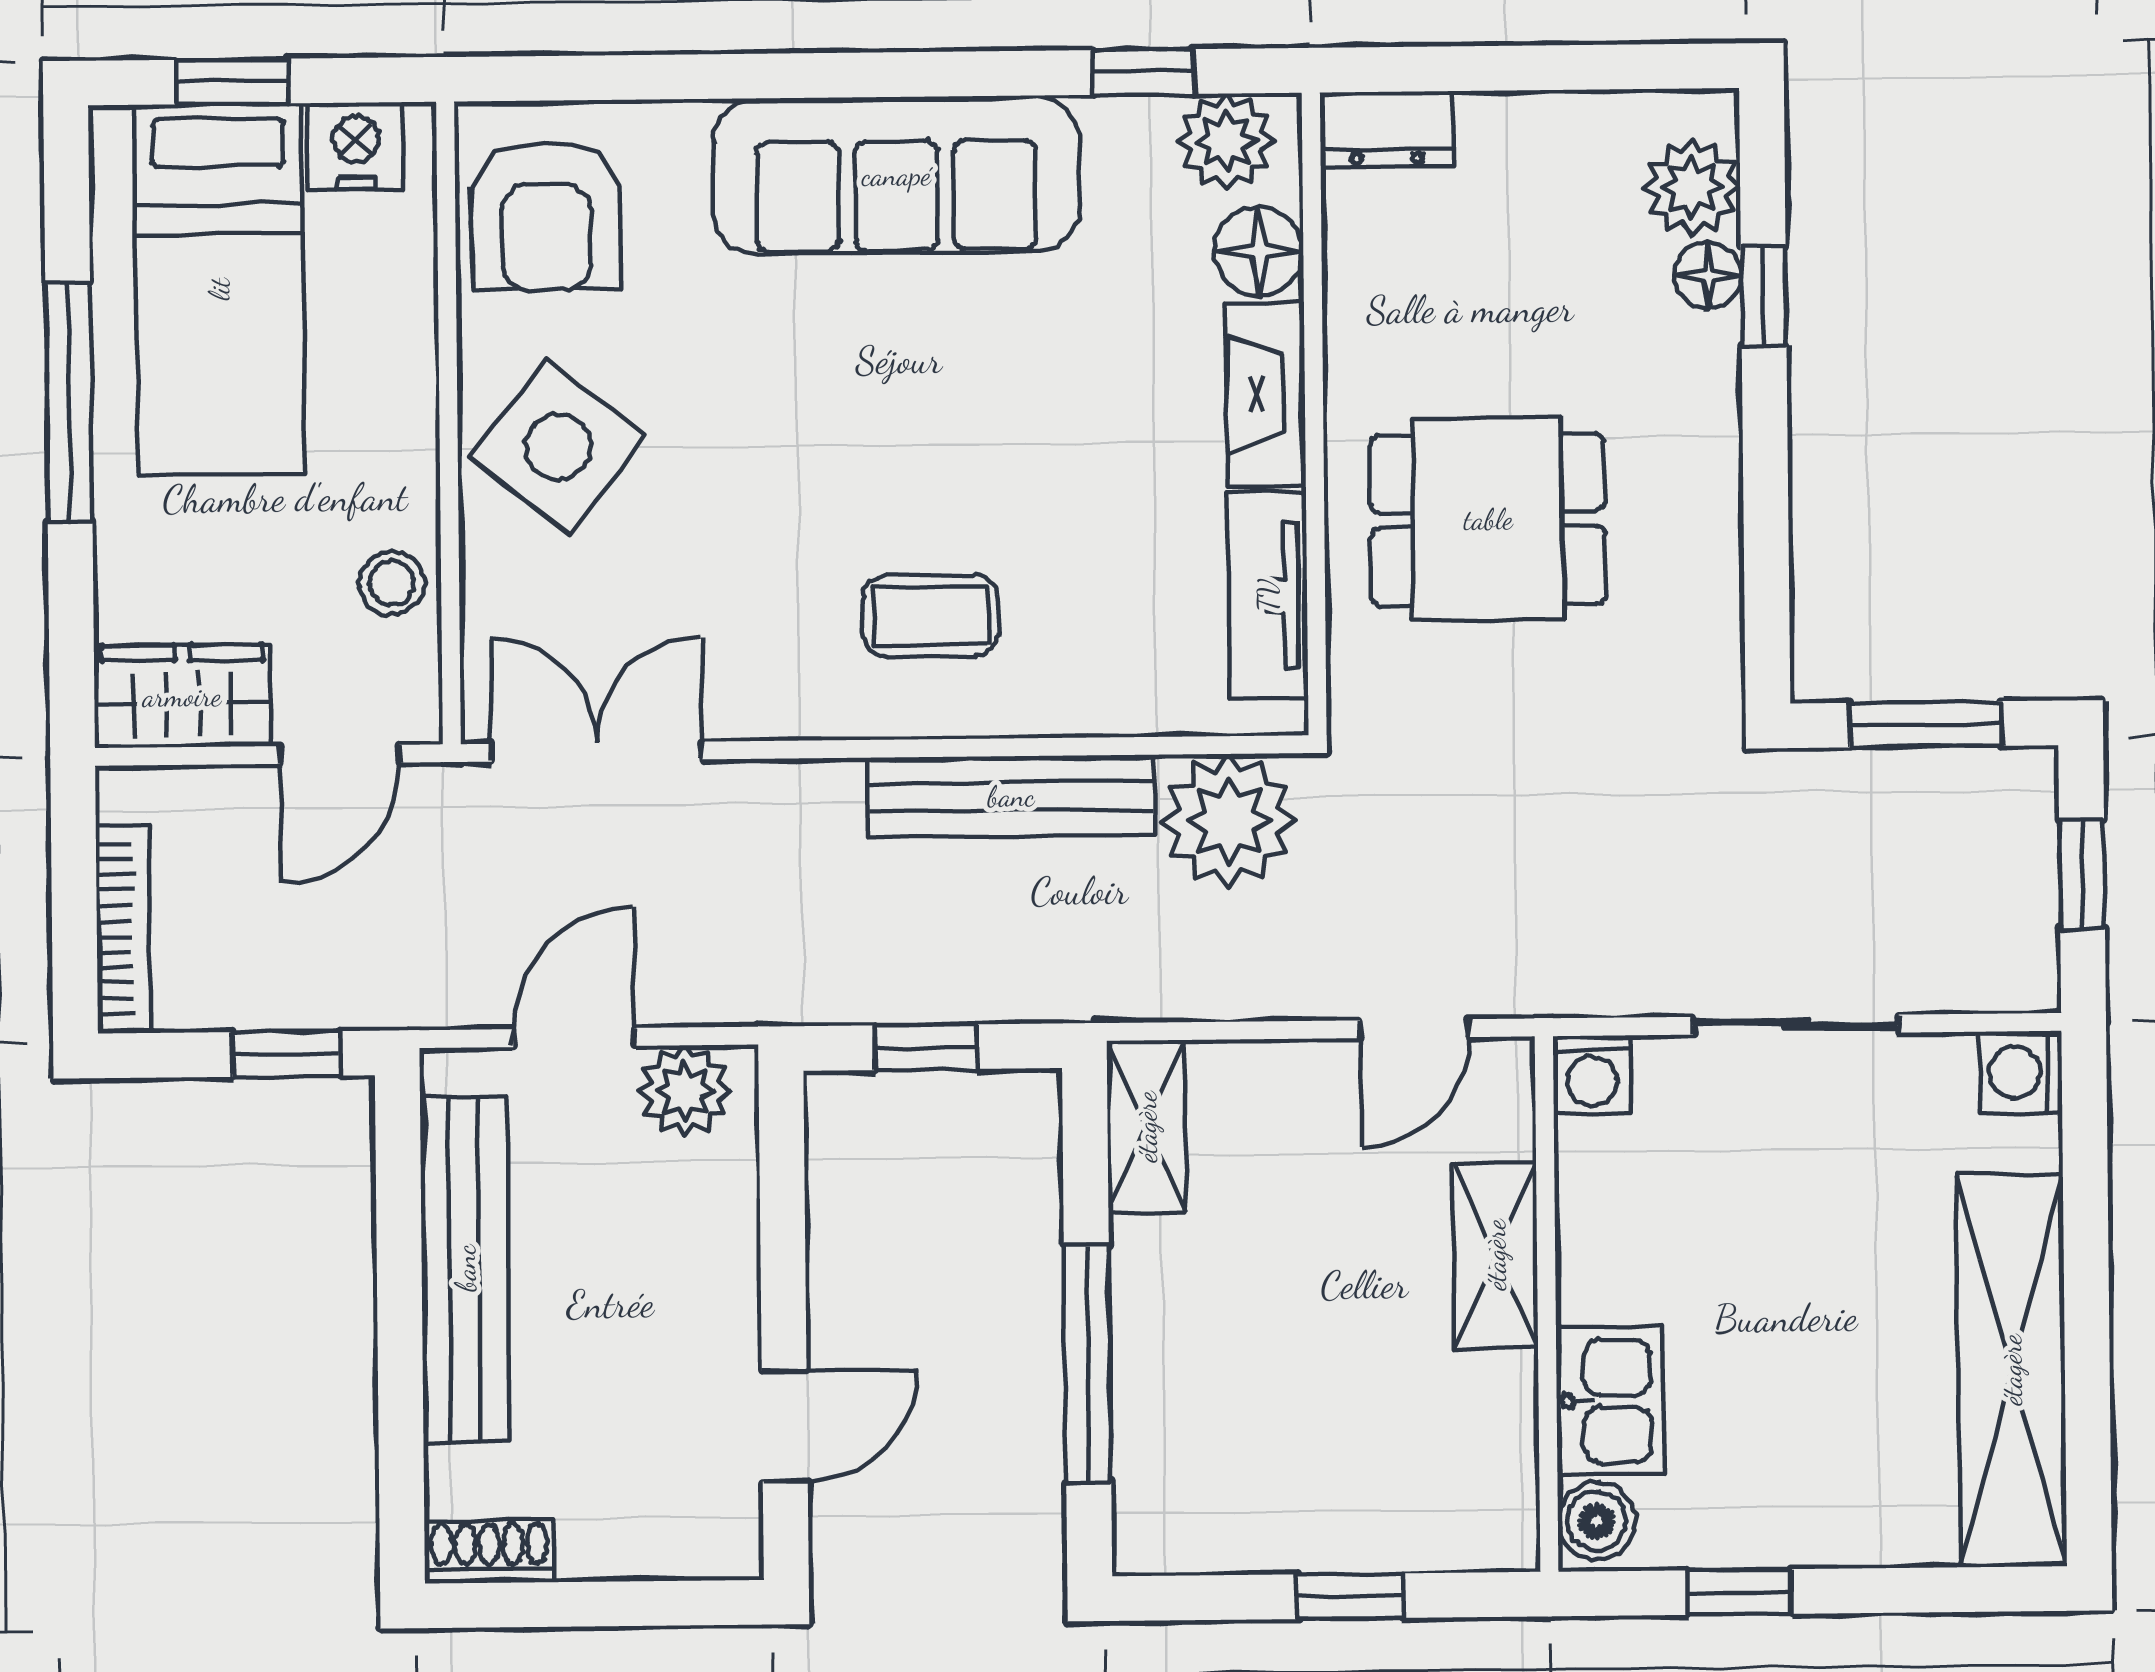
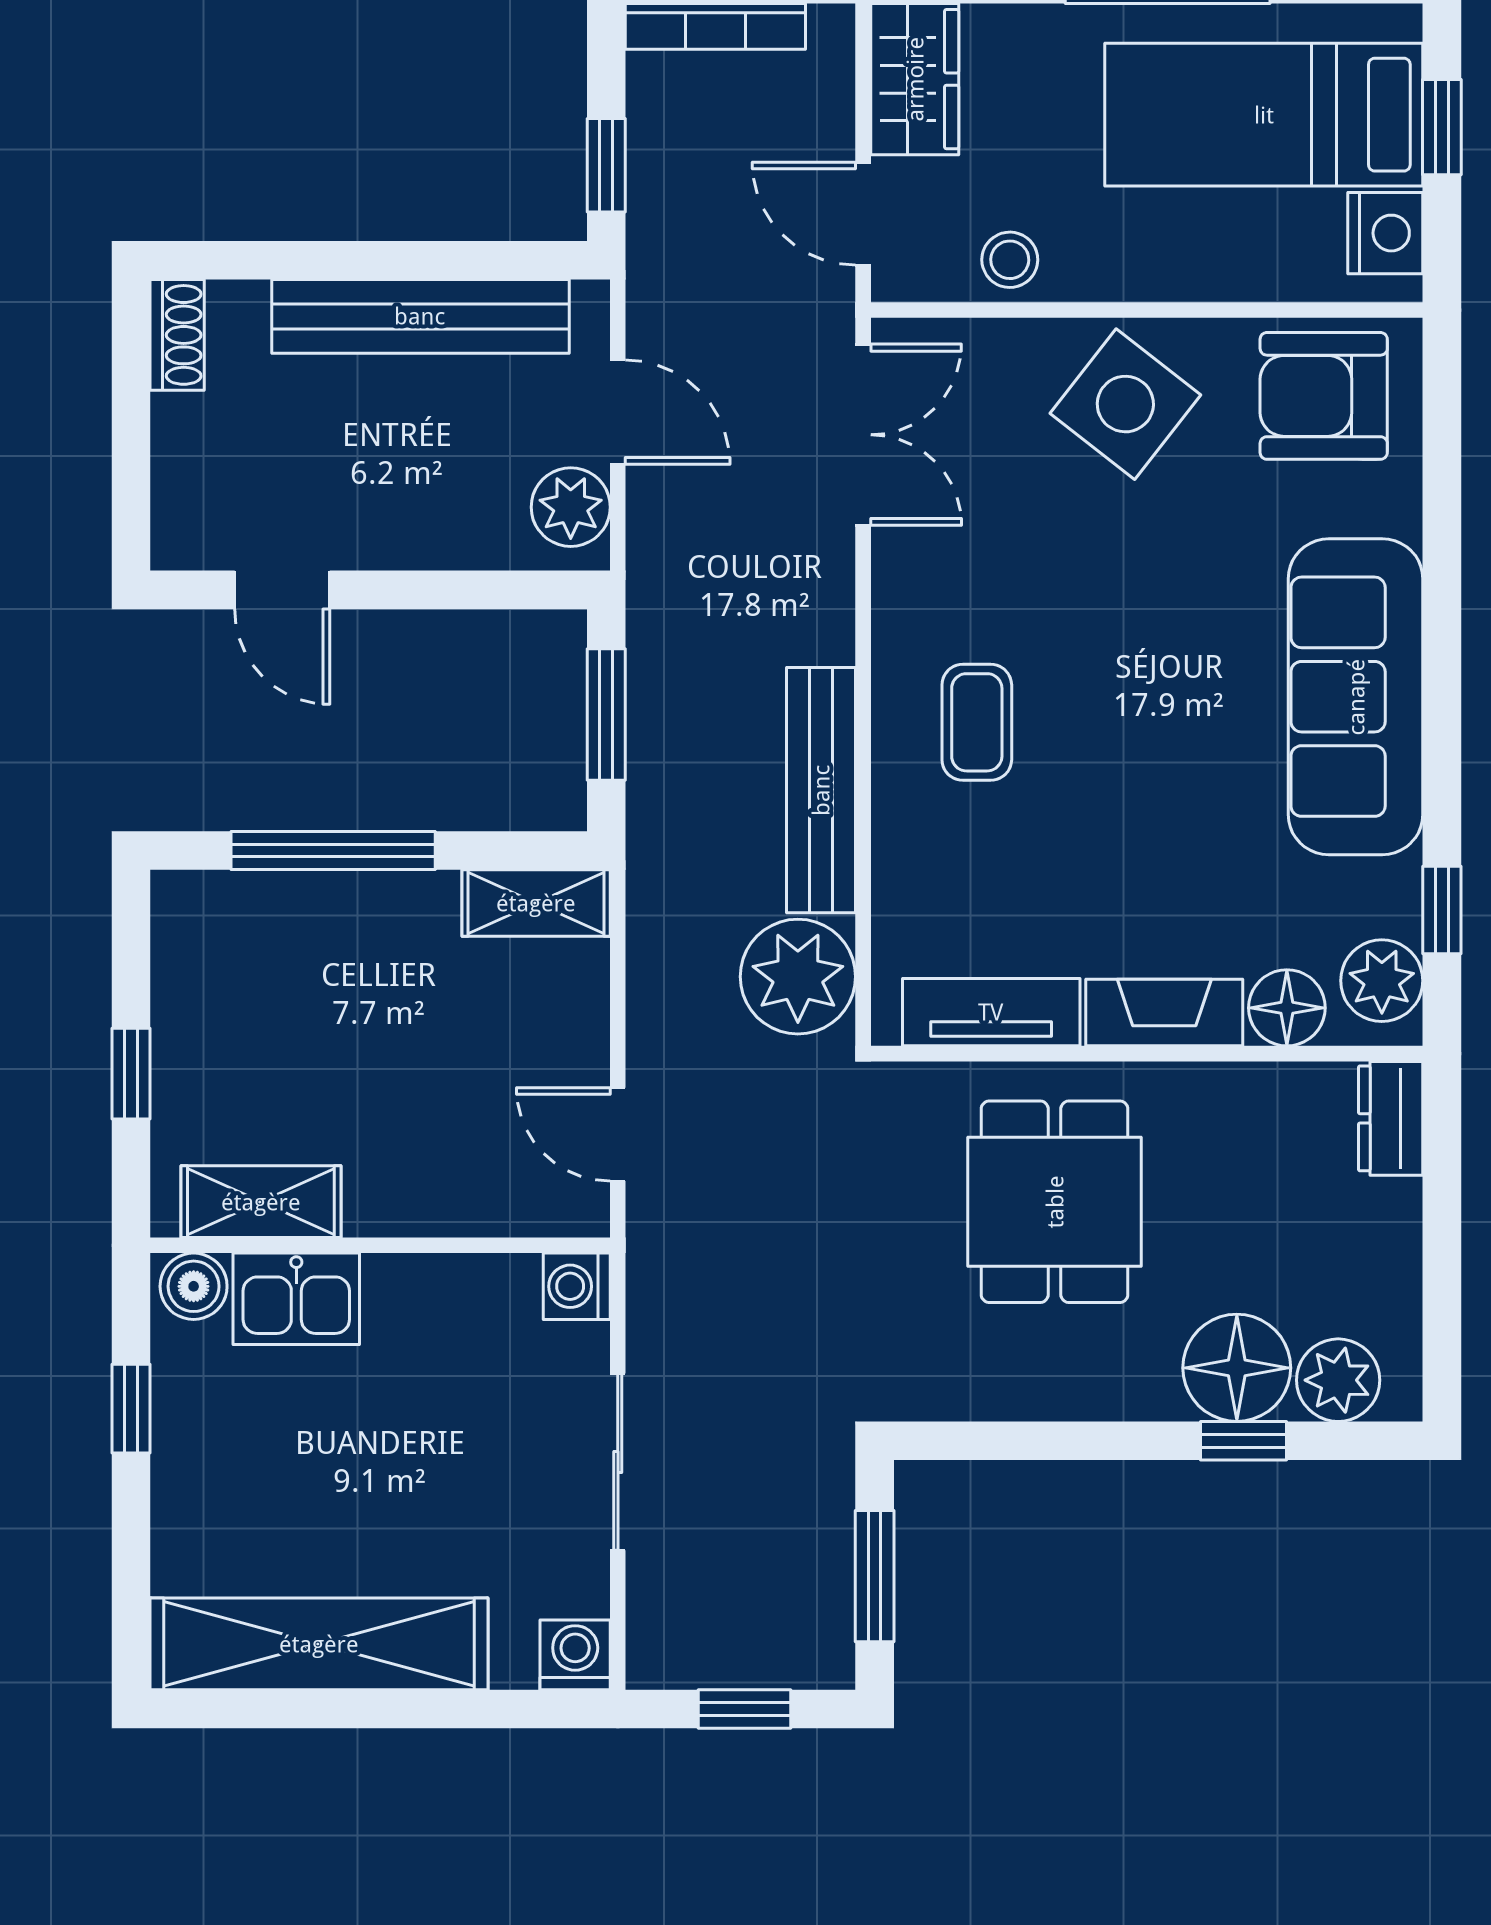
floor lamp: (1708, 276) -> (1237, 1368), width x1.89, depth x1.89
window: (926, 1047) -> (606, 714), width x1.50
shelving: (1495, 1255) -> (261, 1202), moved

